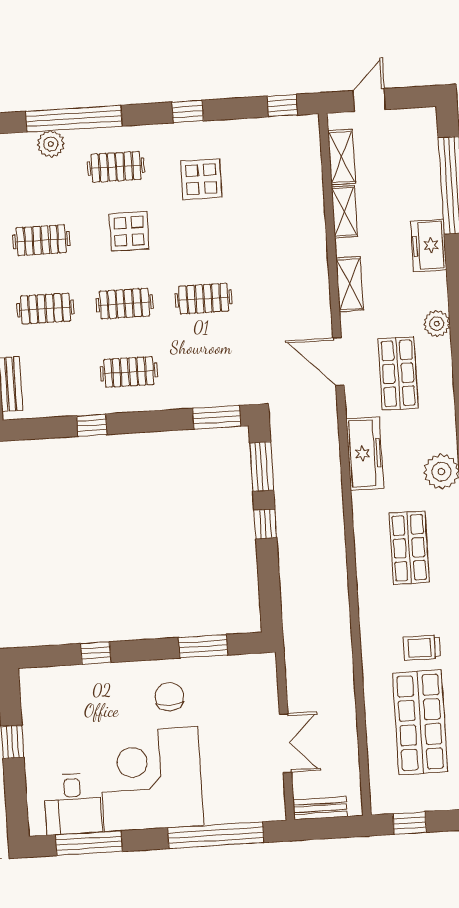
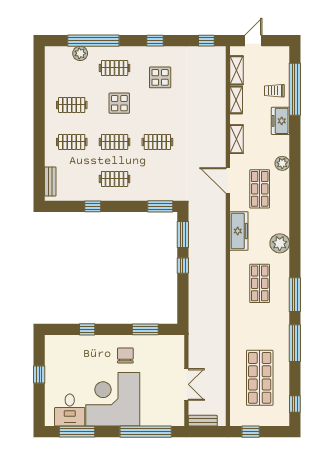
trolley: (422, 648) -> (274, 91), moved

